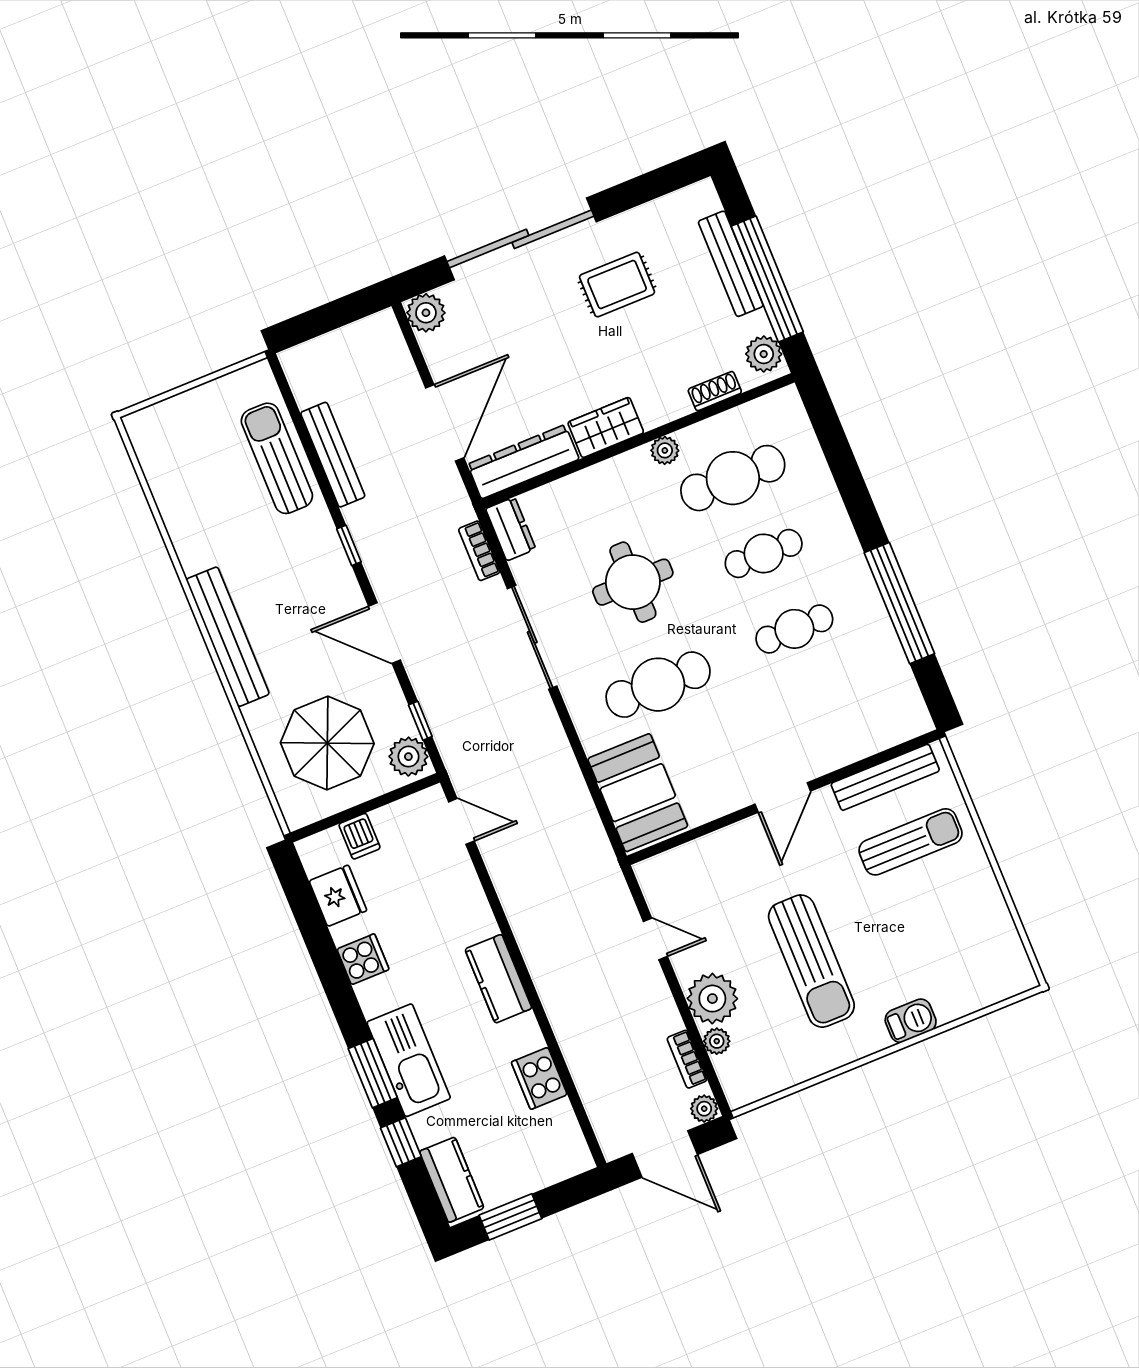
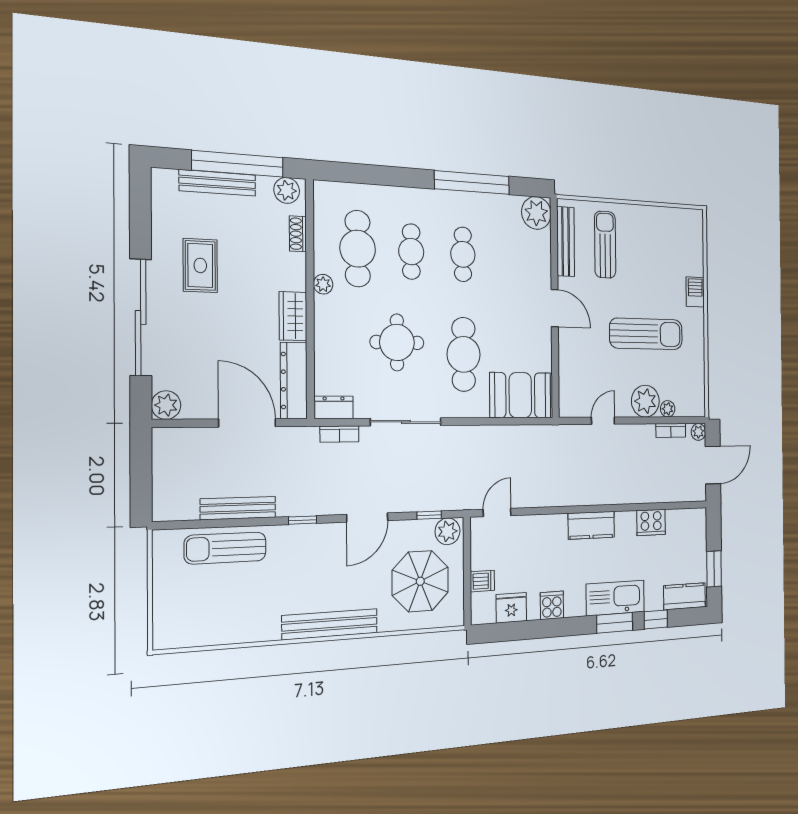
plant: (904, 716) -> (536, 213), added

